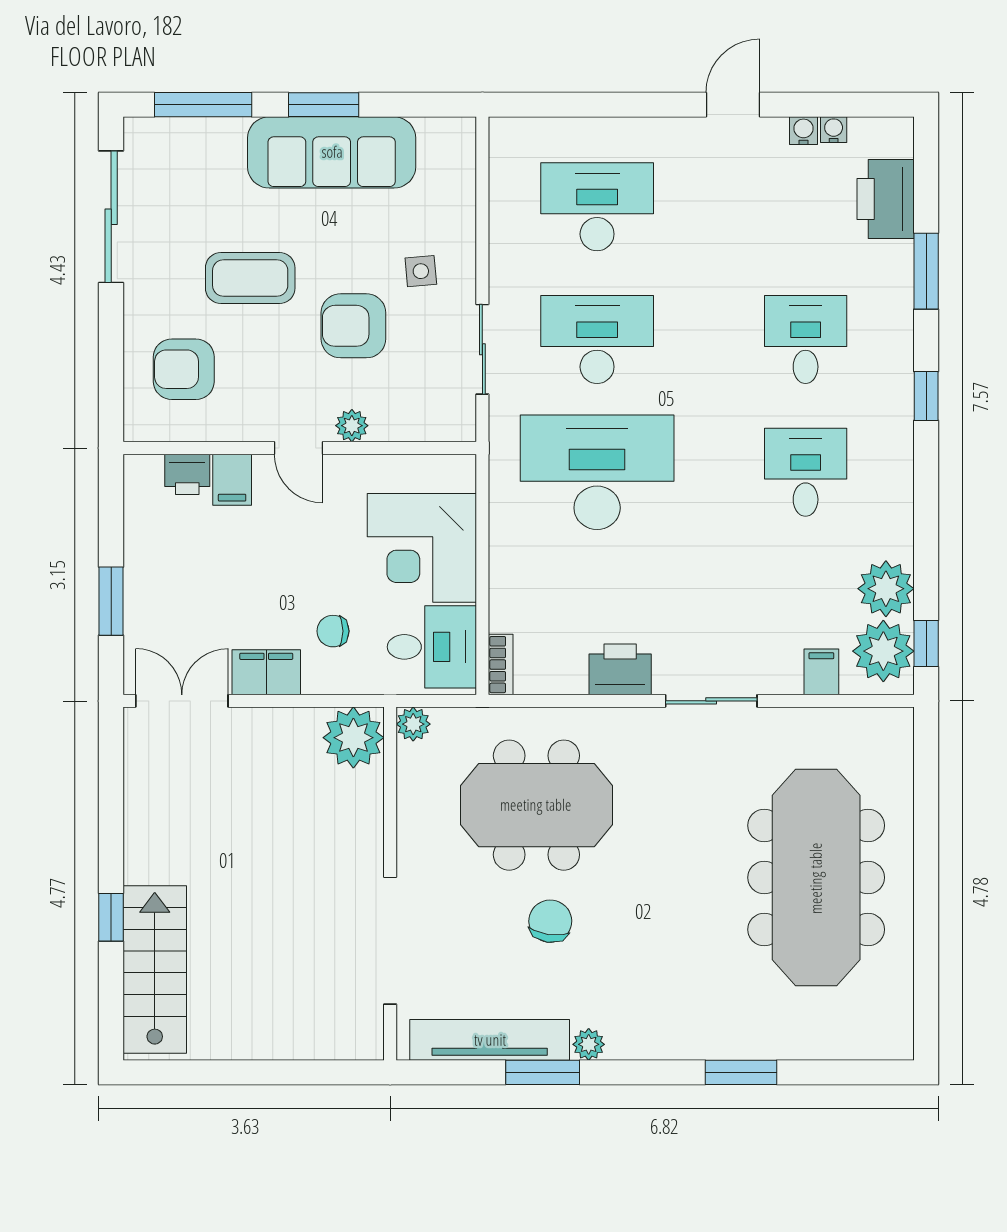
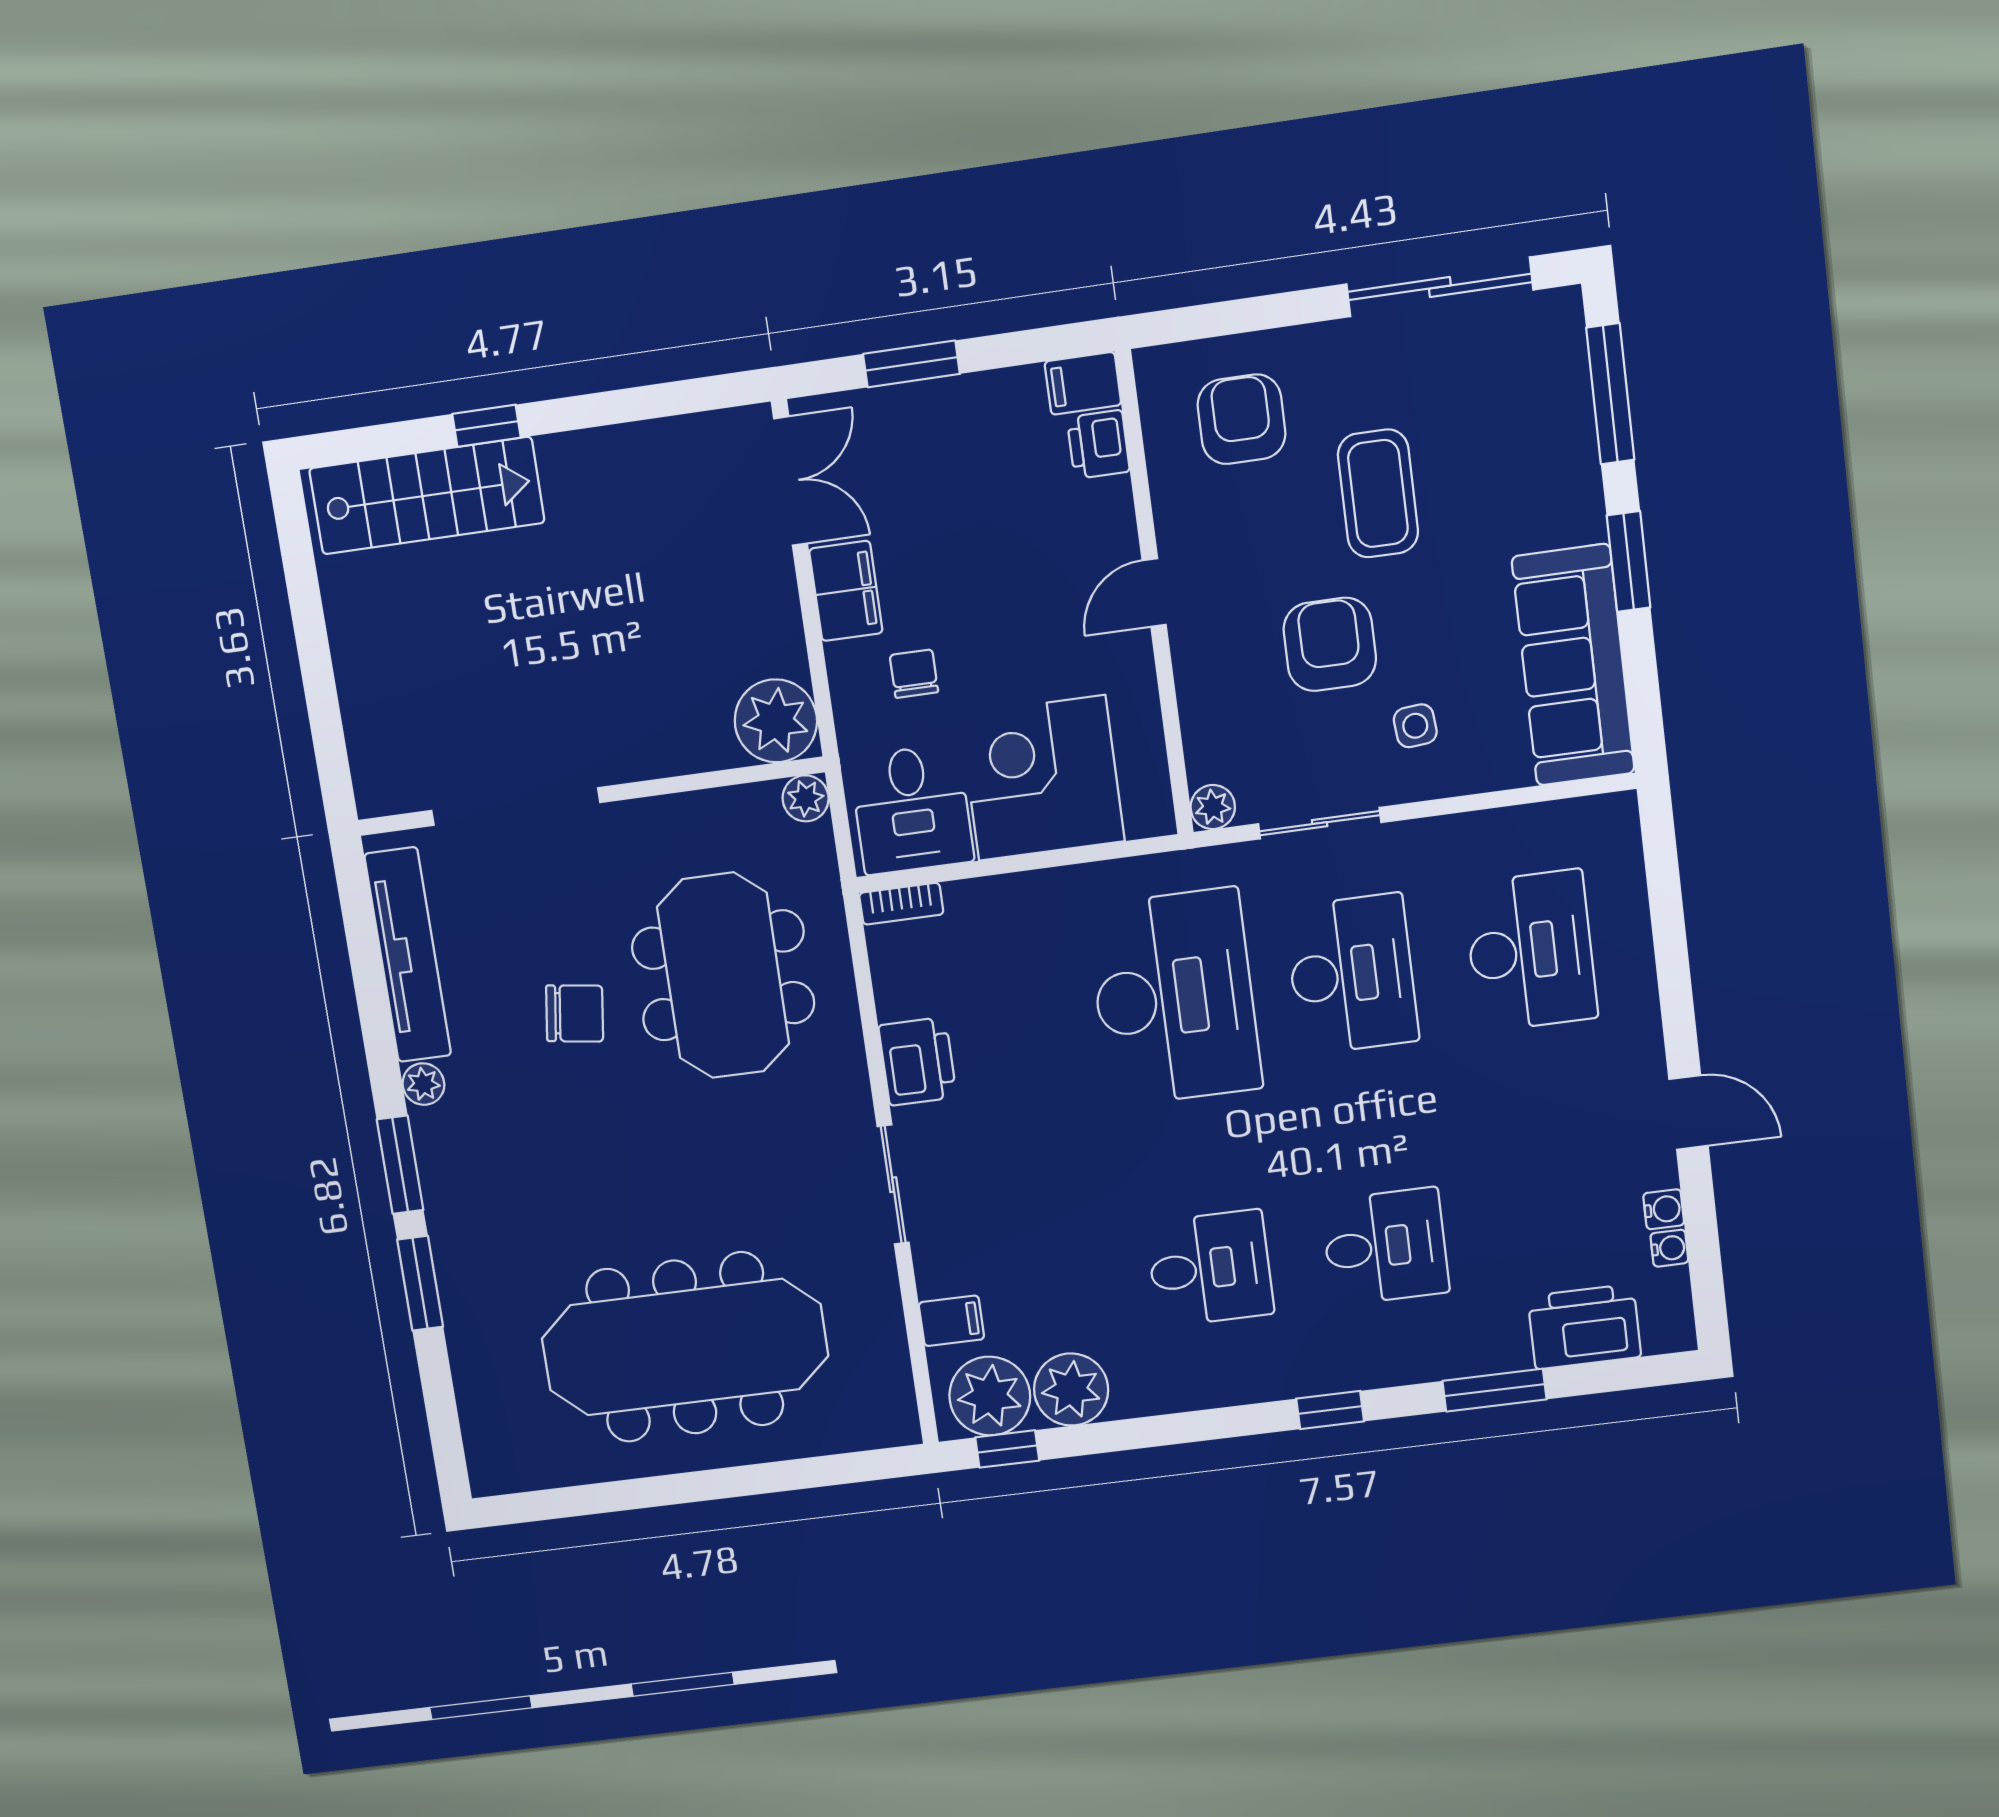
sofa: (332, 152) -> (1573, 665), moved
plant: (352, 426) -> (1213, 807), moved
filing cabinet: (232, 480) -> (1083, 383), moved
window: (543, 1072) -> (400, 1165), moved

